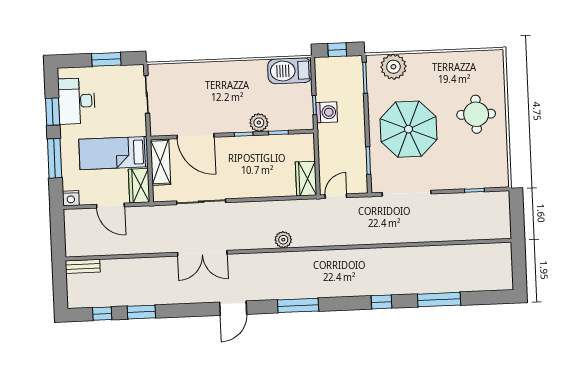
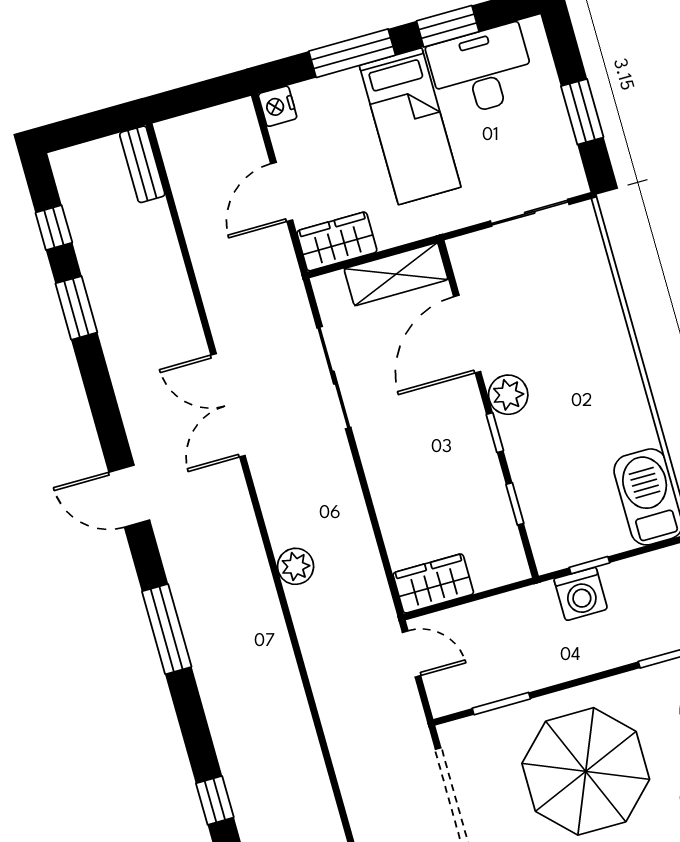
plant: (259, 123) -> (508, 395), moved
bed: (114, 153) -> (410, 126), moved, turned 180

